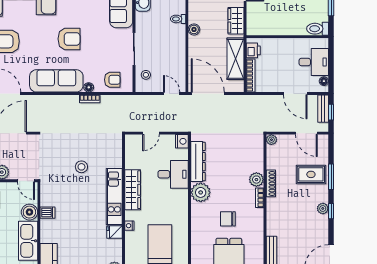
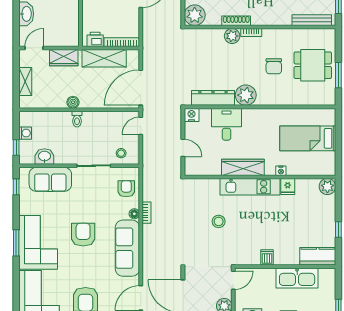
toilet: (178, 19) -> (77, 119), moved
plant: (271, 140) -> (195, 15), width x1.88, depth x1.88
boiler: (29, 212) -> (267, 277), removed

